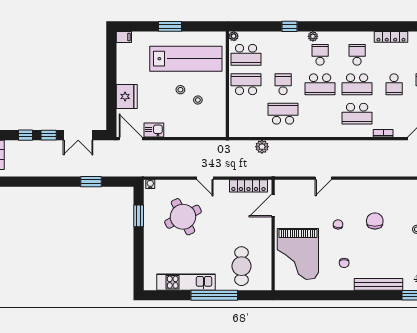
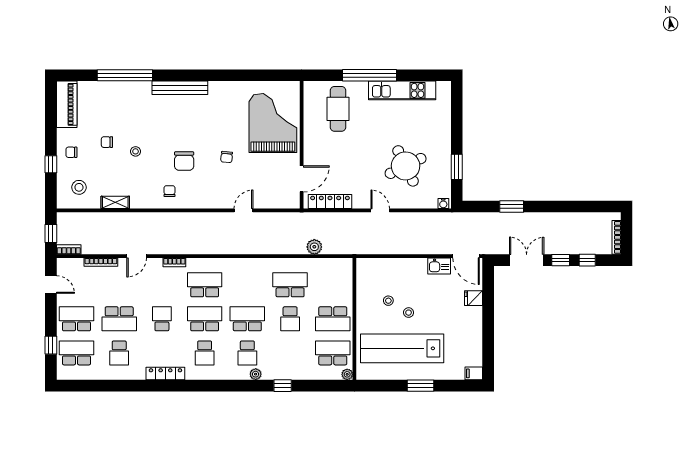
fridge: (127, 96) -> (474, 298), width x0.53, depth x0.75
school desk: (283, 114) -> (290, 285), turned 180
chair: (344, 263) -> (169, 191), moved

